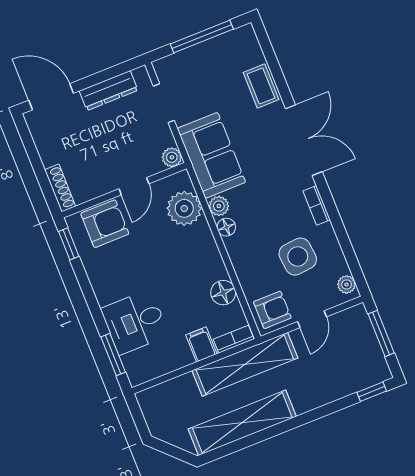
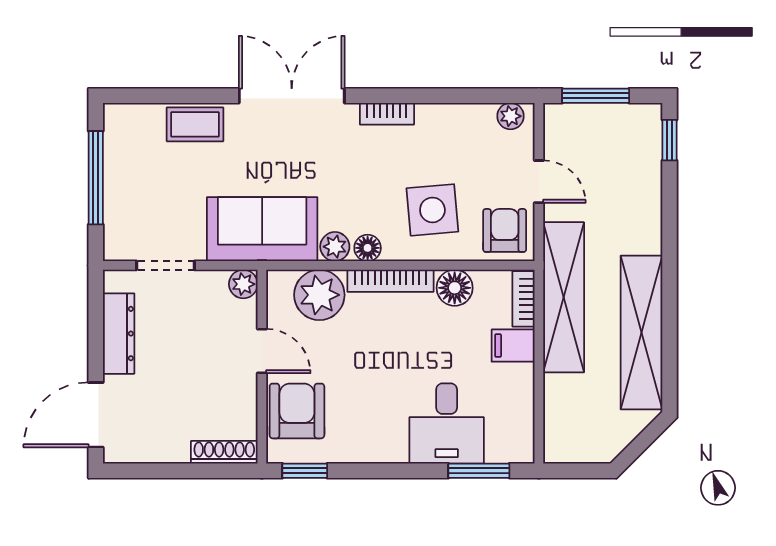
bookcase: (211, 250) -> (391, 281), added
side table: (298, 257) -> (432, 210), moved

